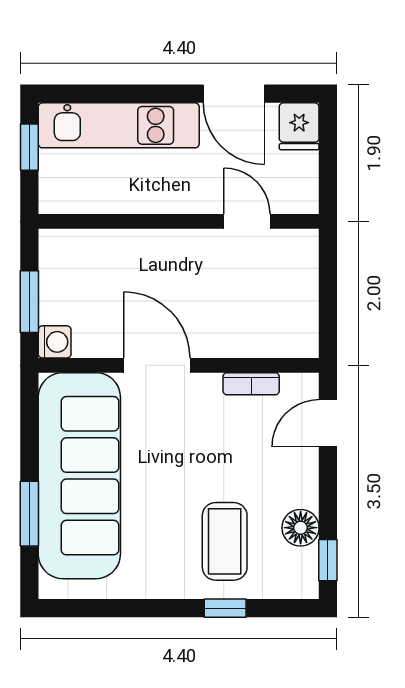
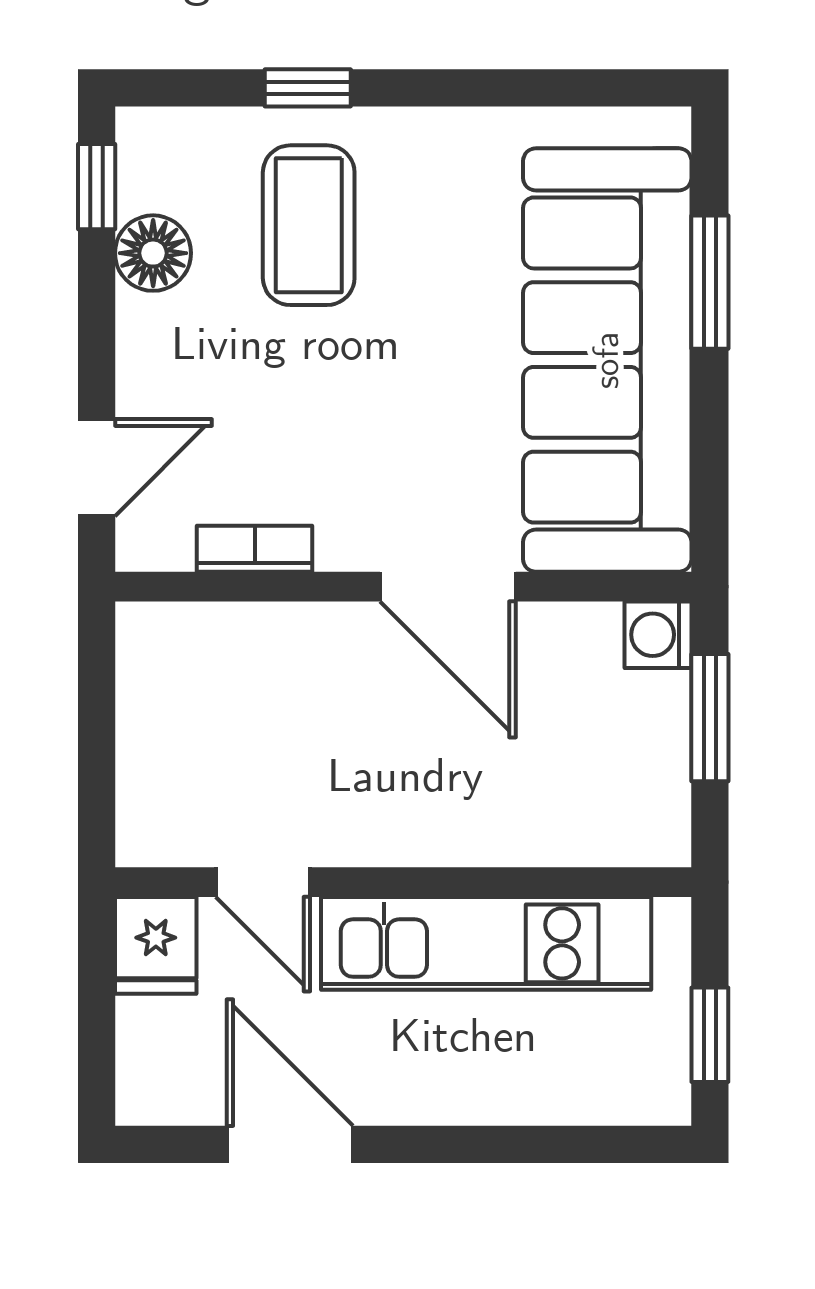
kitchen unit: (119, 125) -> (486, 943), moved, turned 180
fridge: (299, 126) -> (156, 945), moved, turned 180

